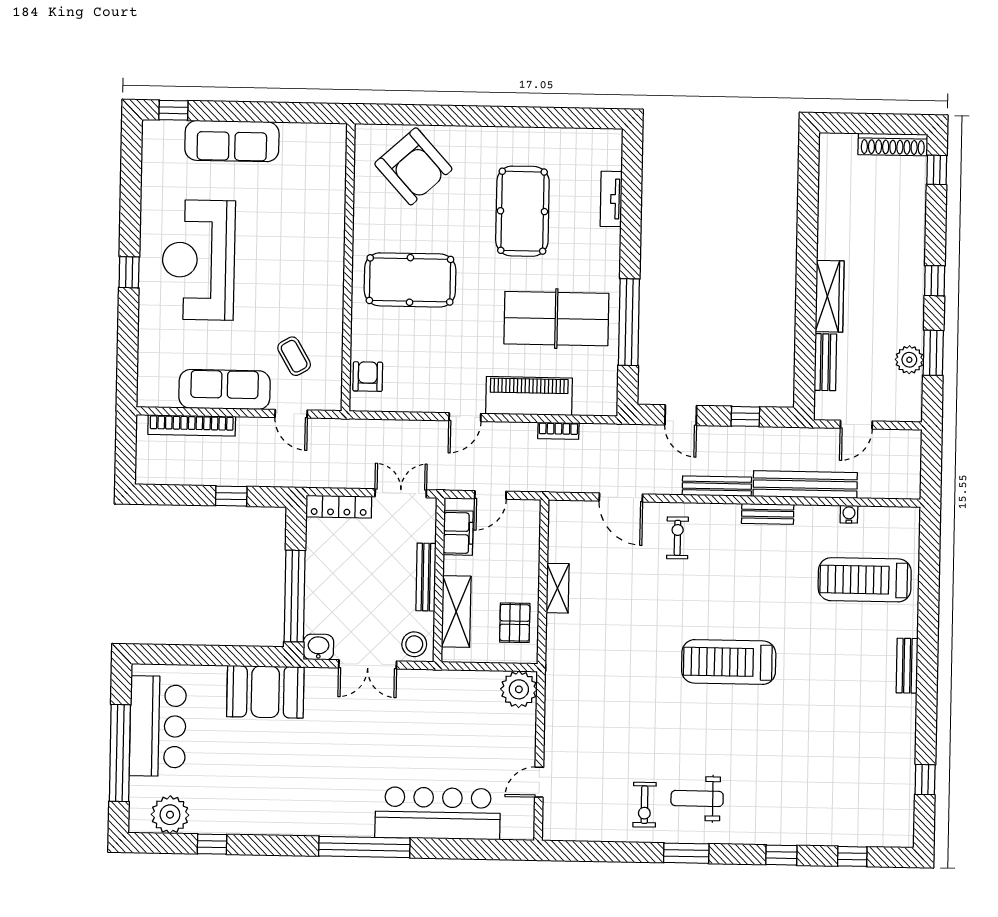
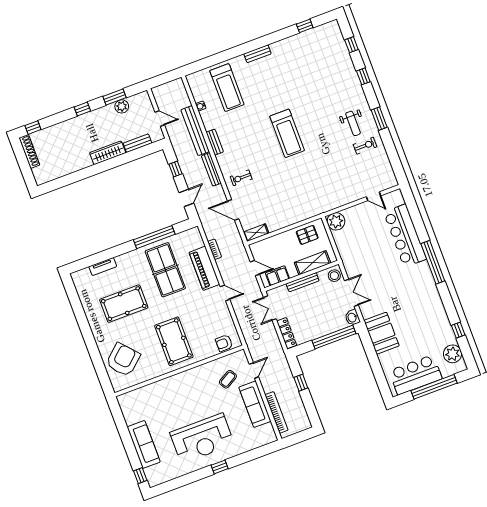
door: (621, 498) -> (233, 210), swing flipped
shelving: (558, 588) -> (256, 233), moved

